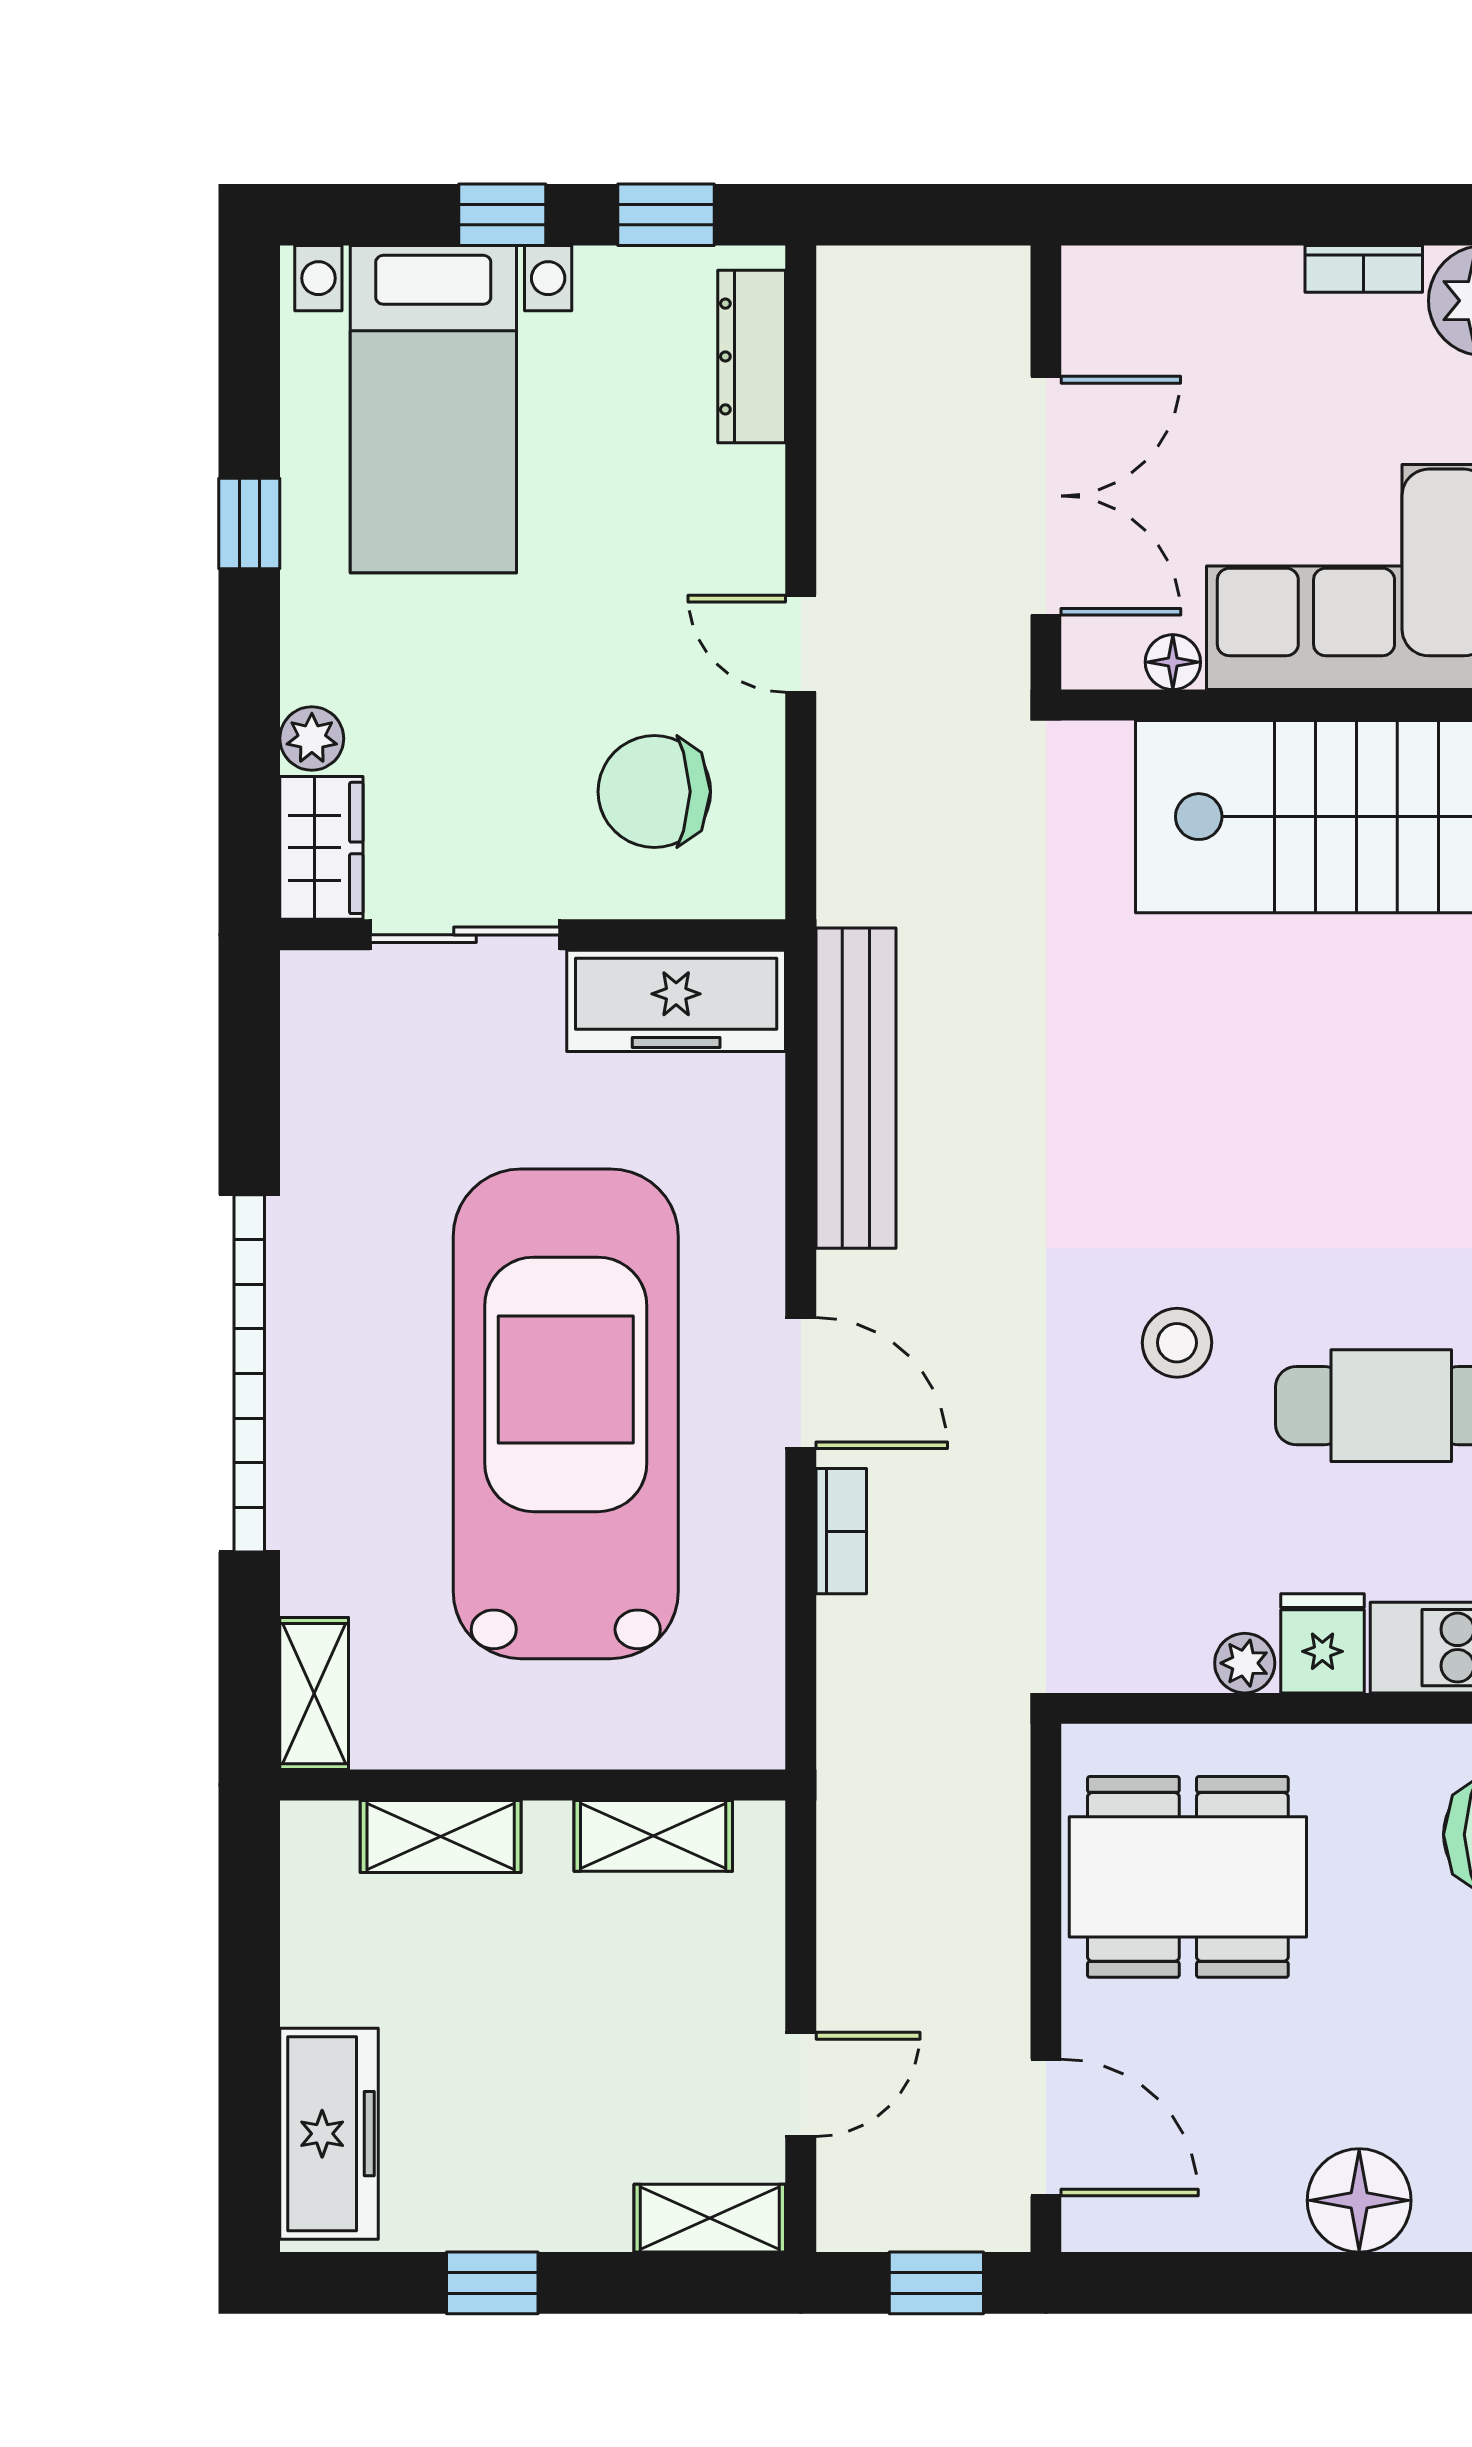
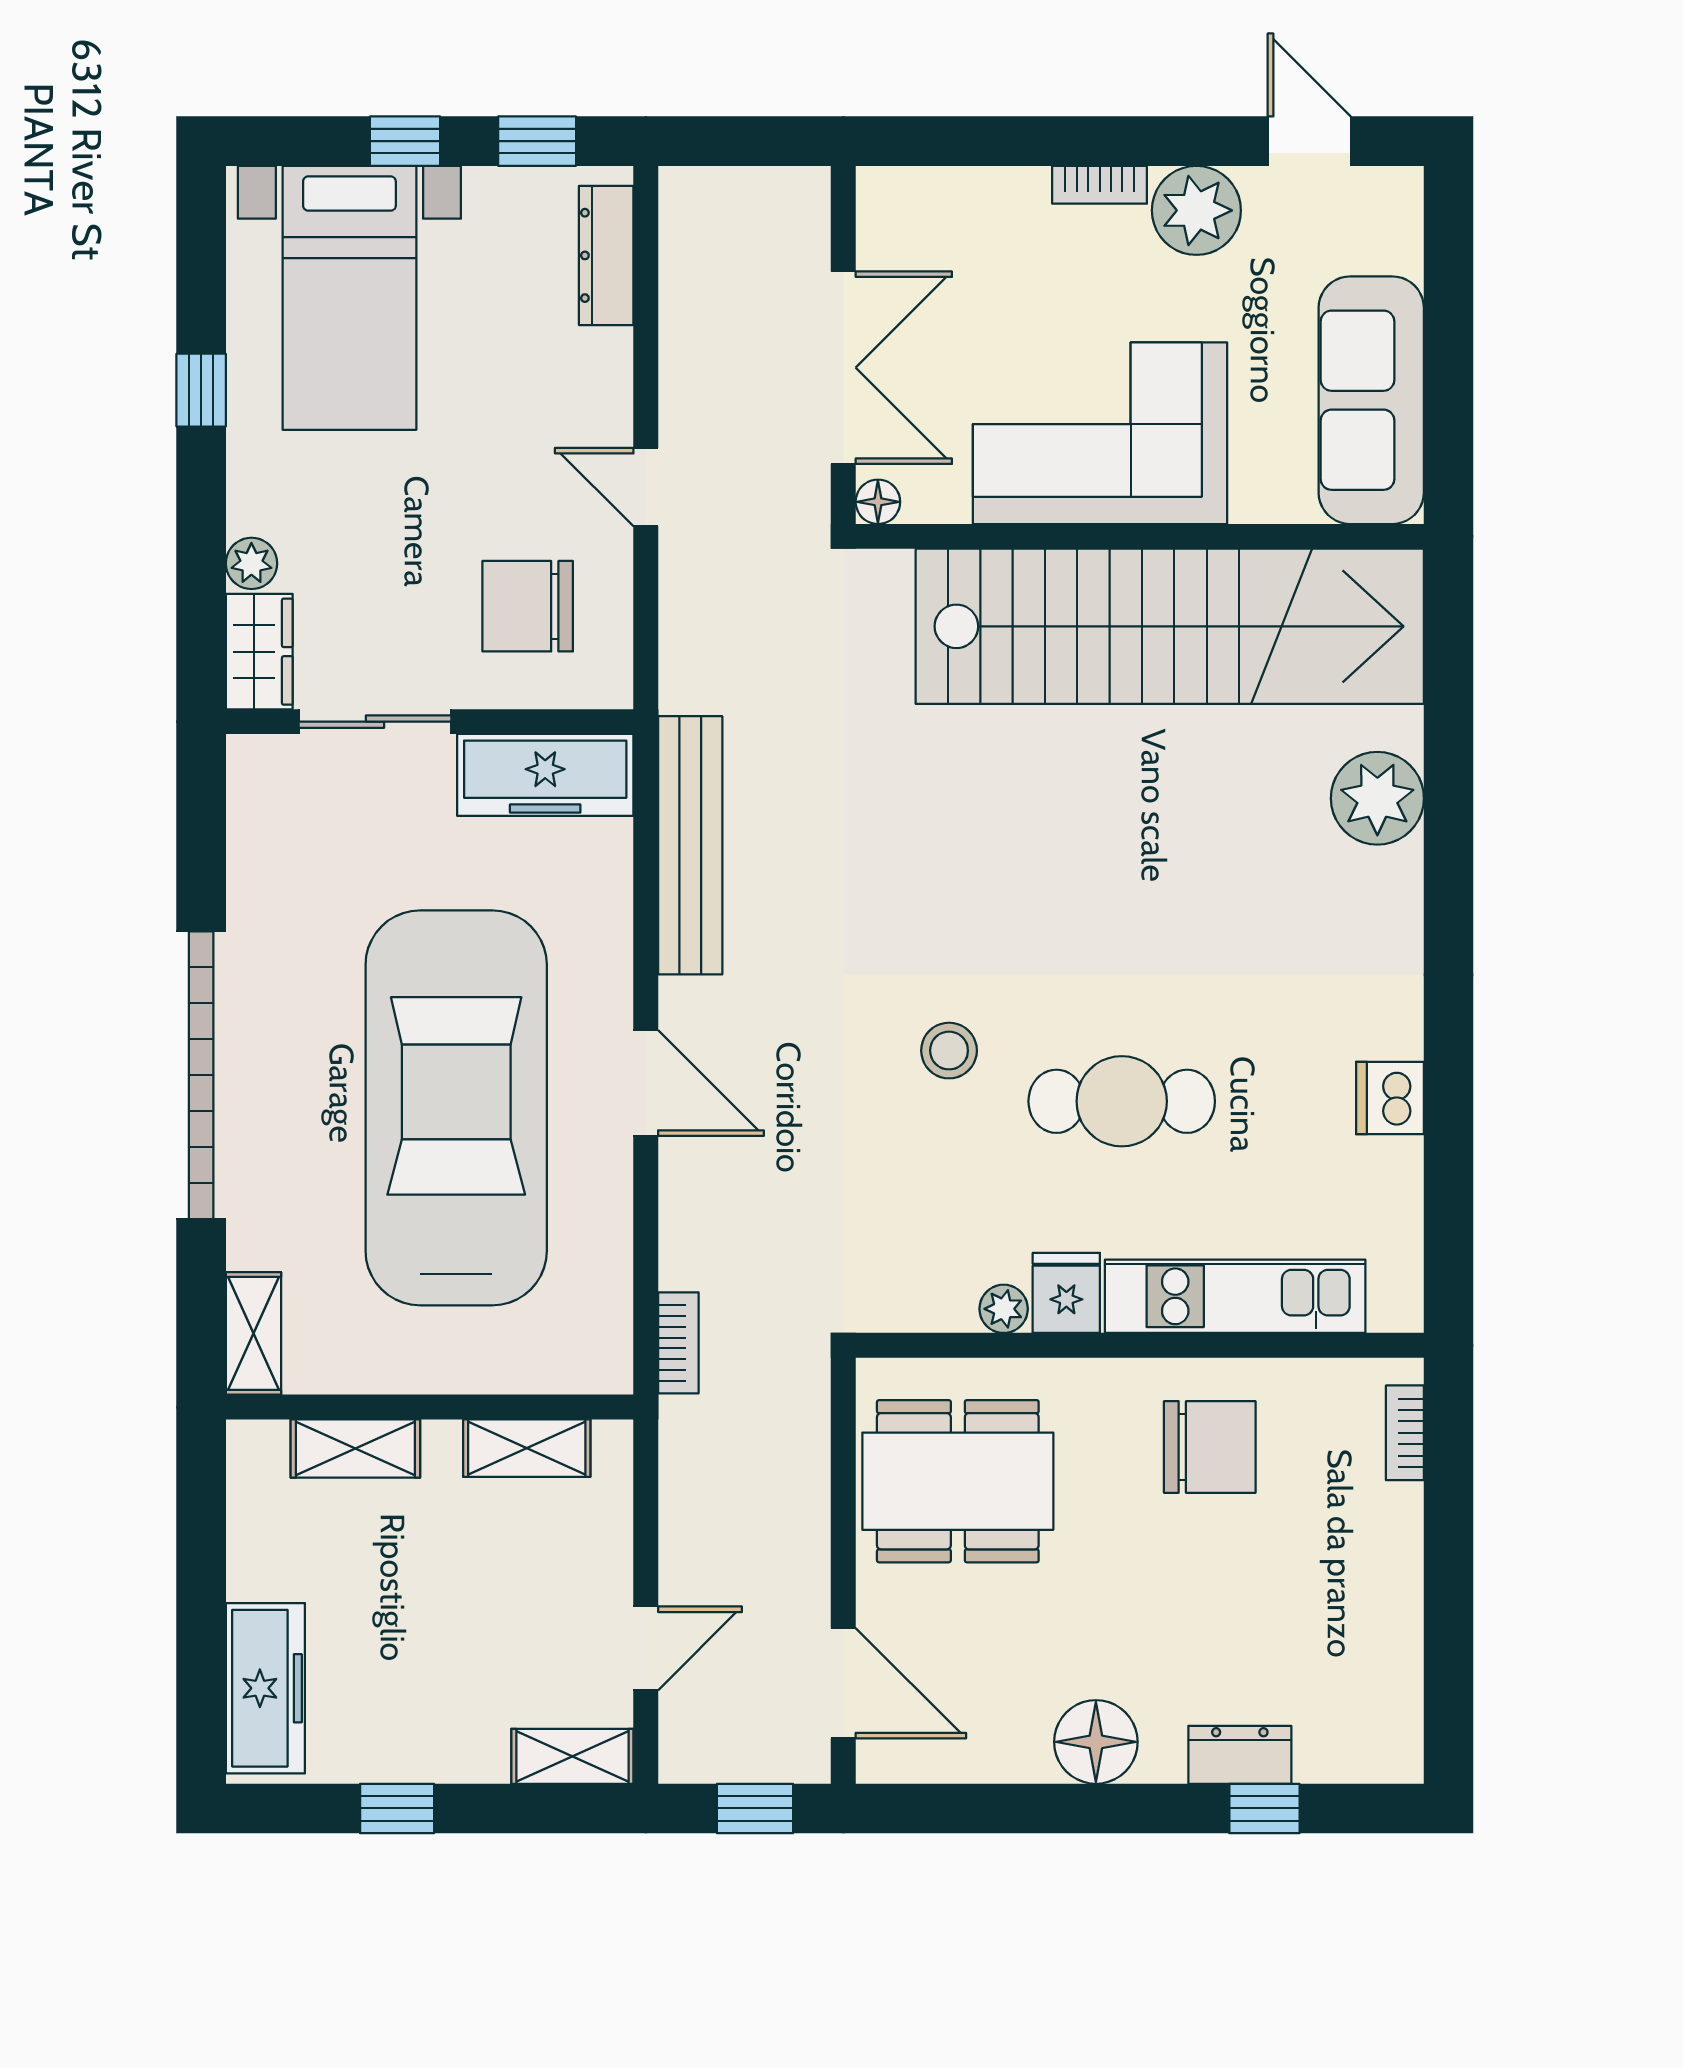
floor lamp: (1173, 662) -> (878, 502), moved
bookcase: (841, 1531) -> (678, 1343), moved

